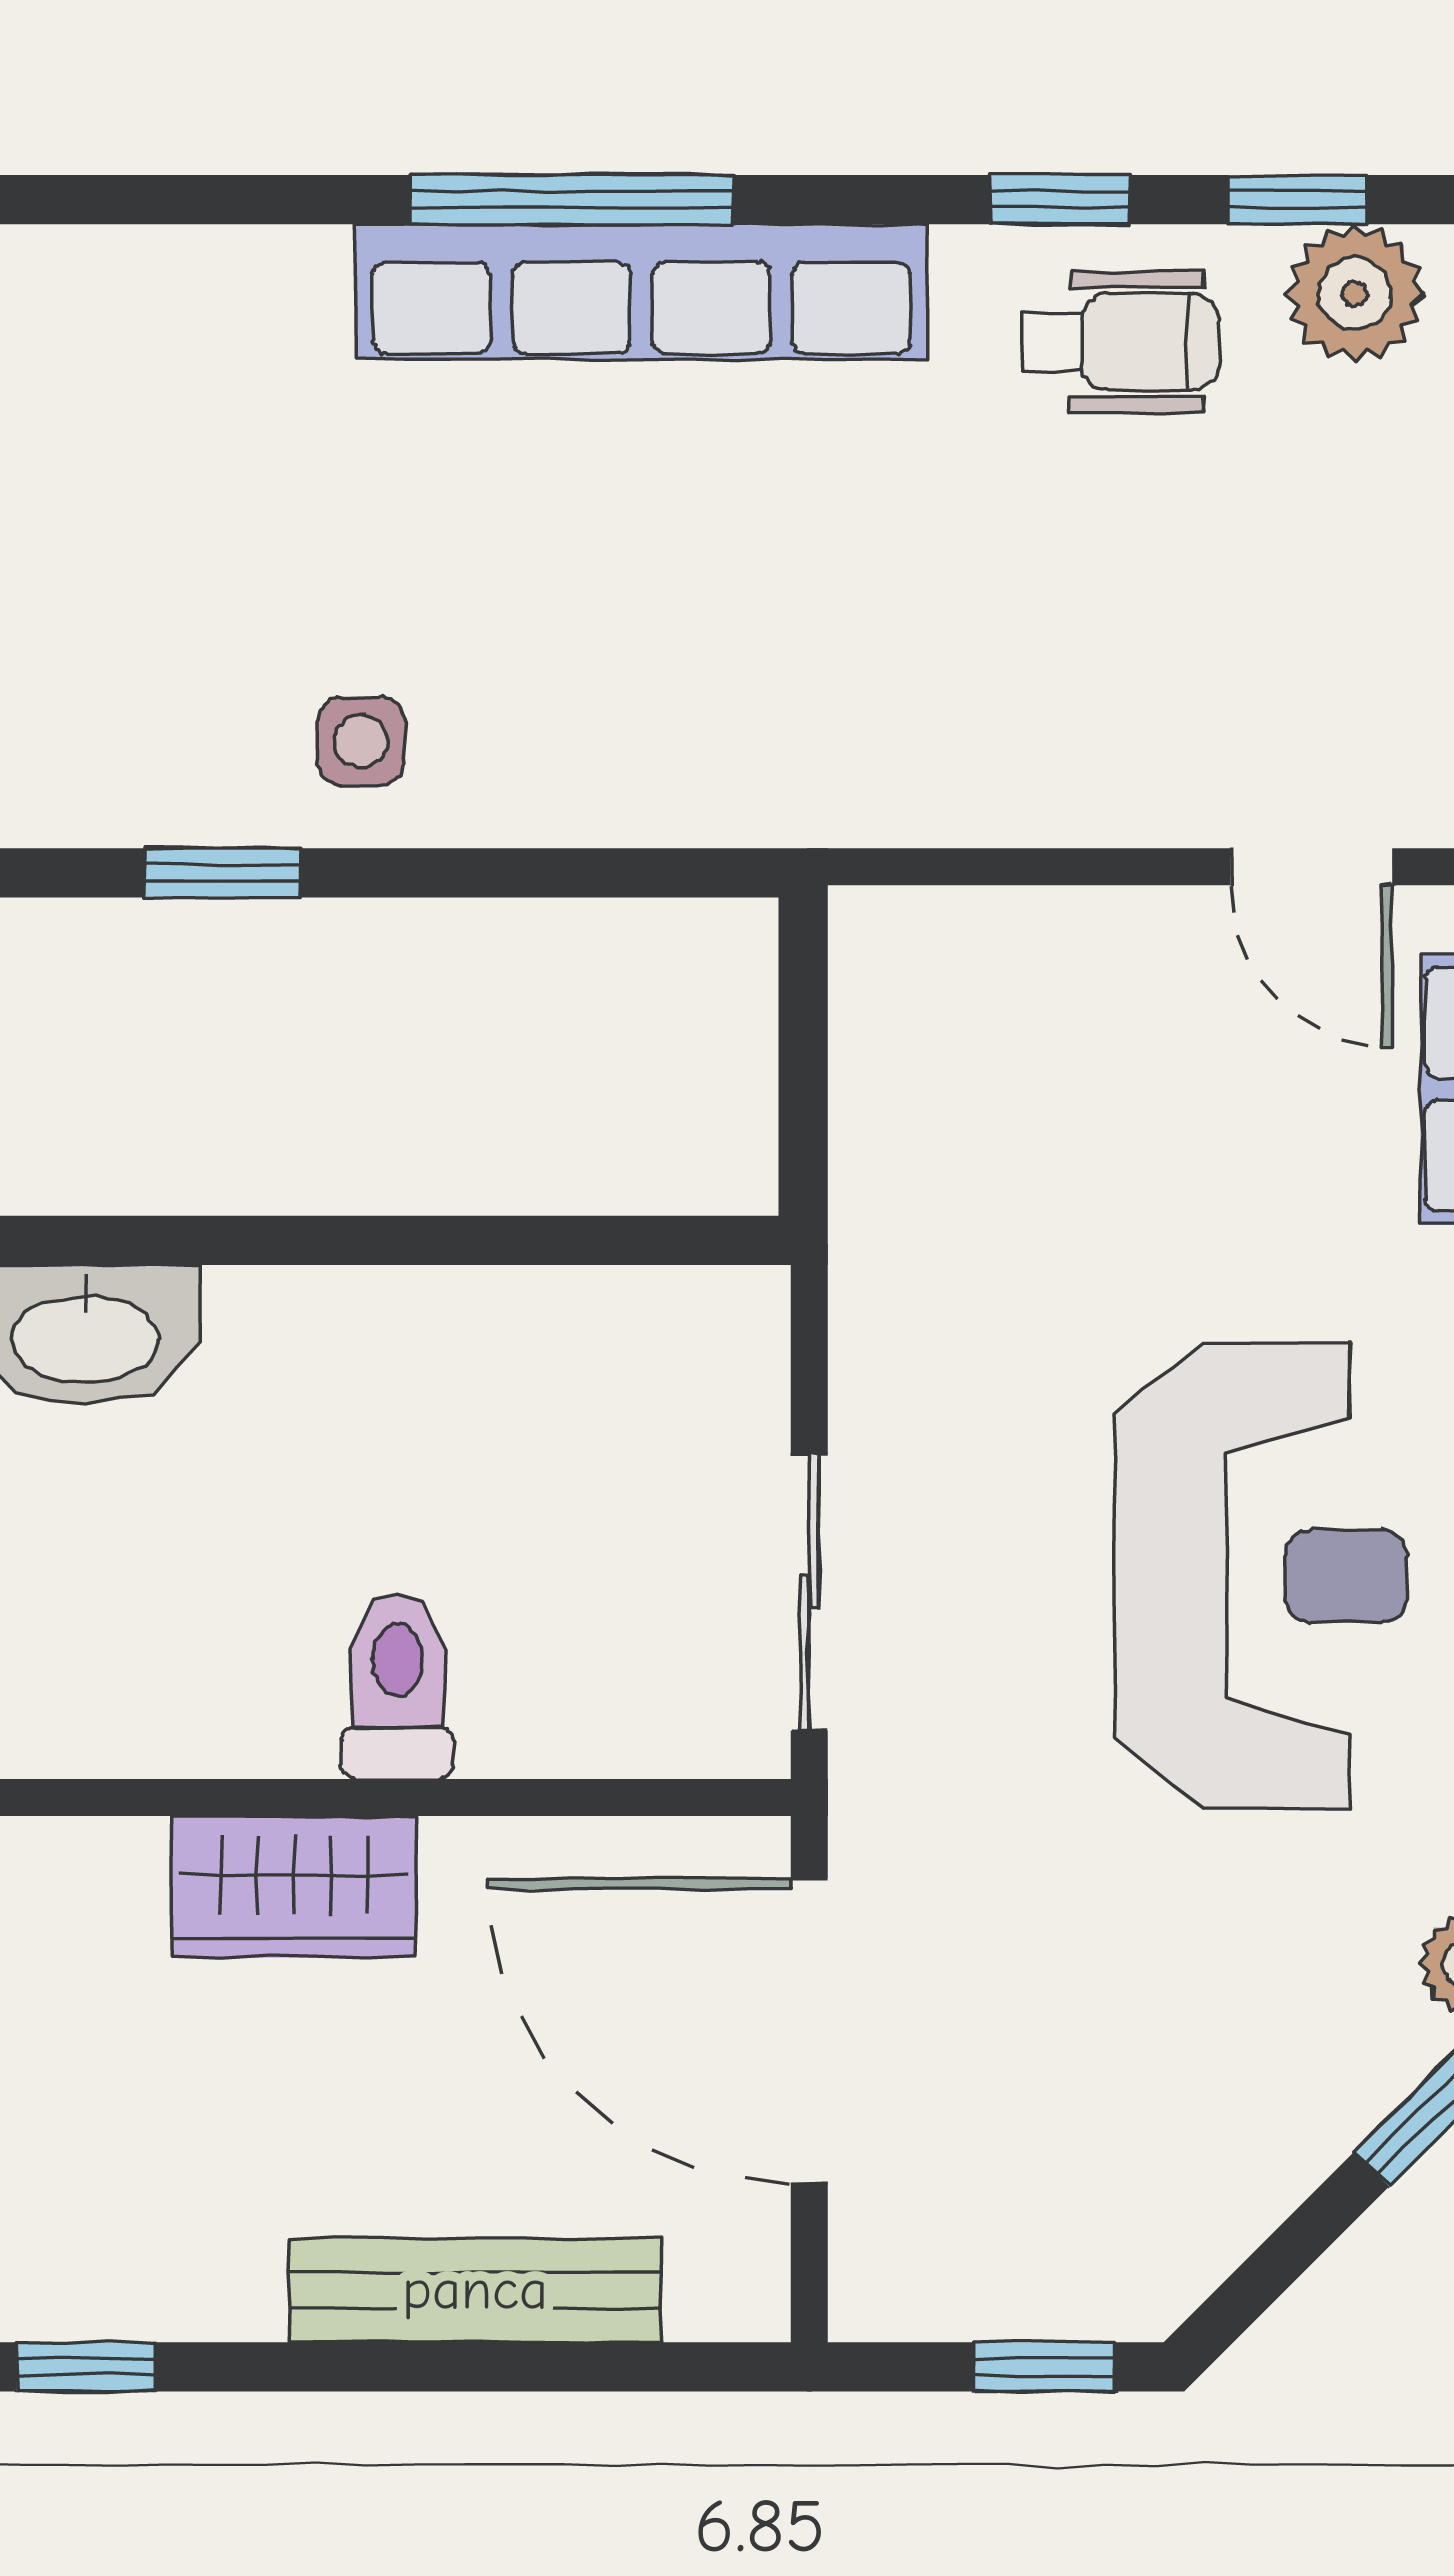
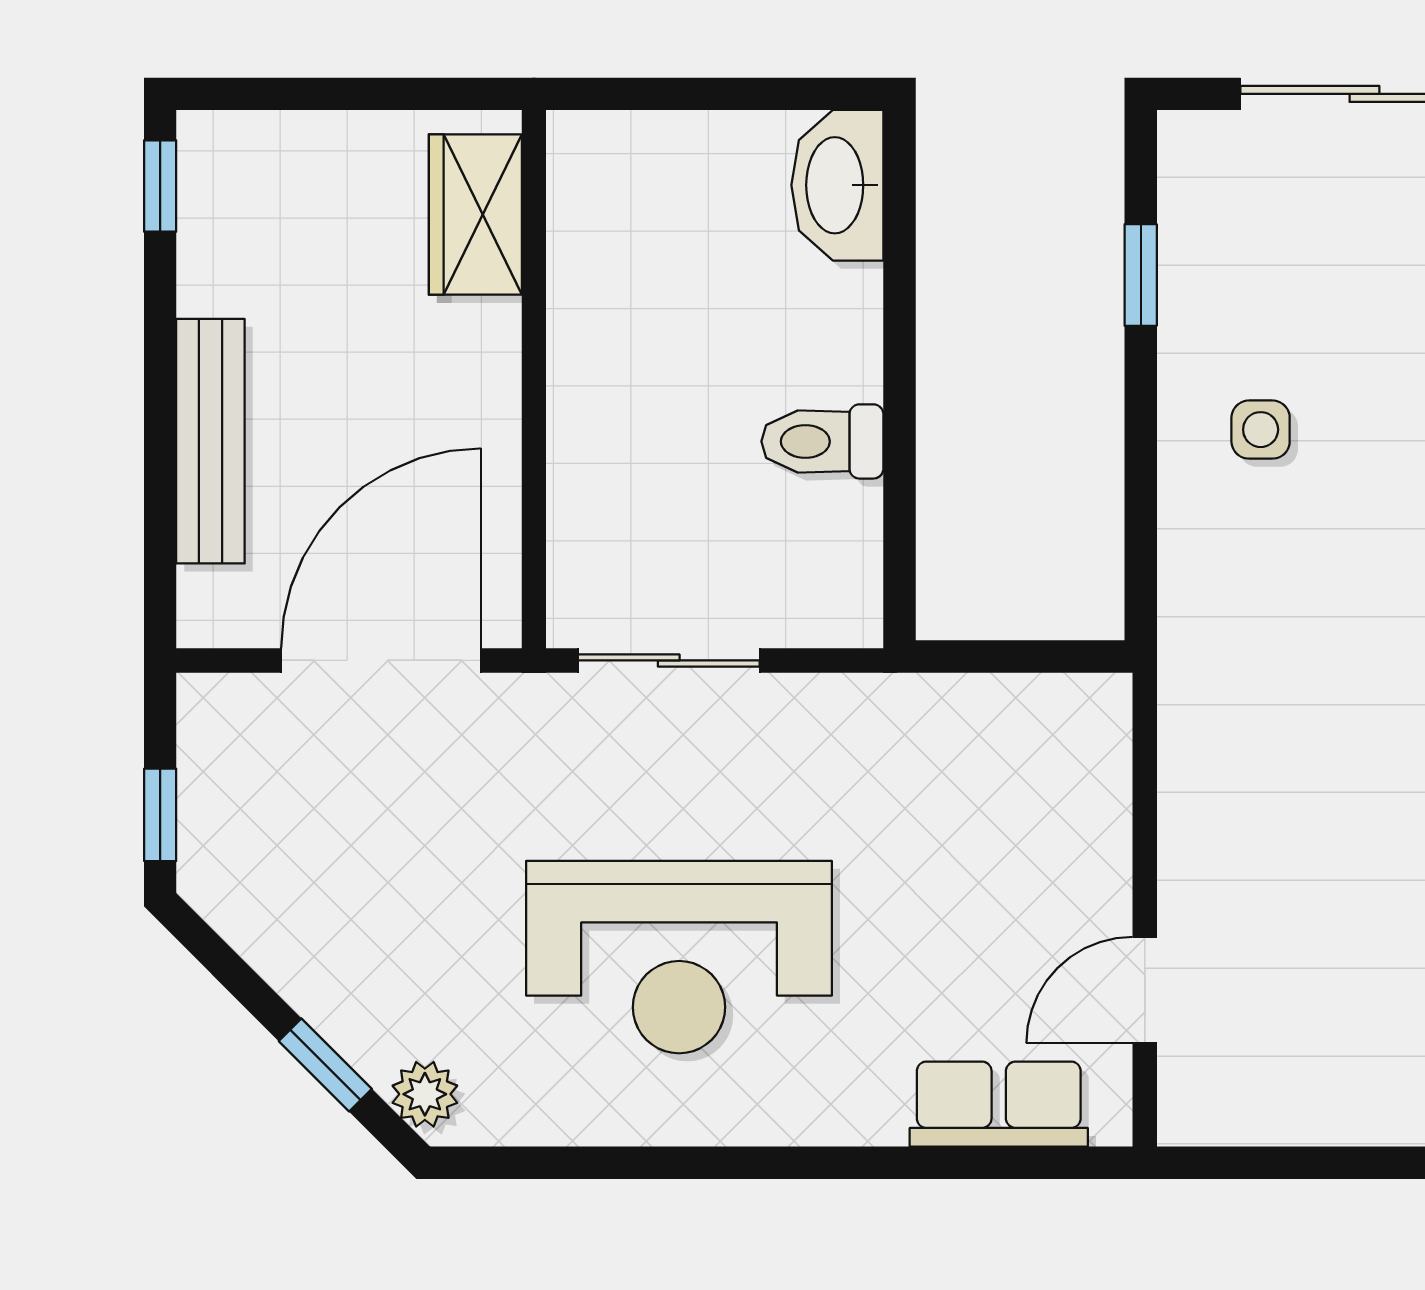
side table: (361, 741) -> (1261, 430), moved
toilet: (397, 1686) -> (822, 441), moved, turned 180
wardrobe: (294, 1887) -> (475, 215), moved

